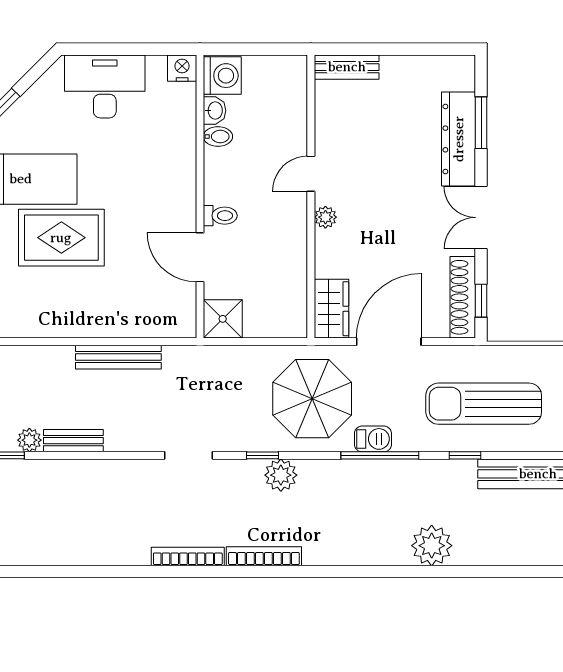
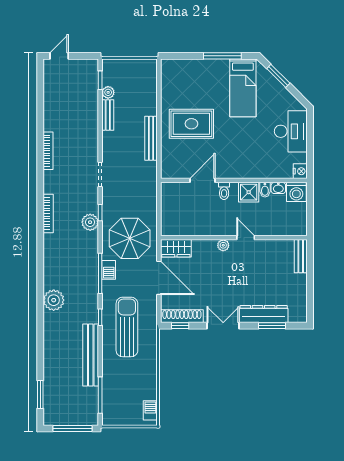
rug: (61, 238) -> (191, 124), moved, turned 90
shower: (223, 319) -> (249, 192), moved
bookcase: (188, 556) -> (48, 151), moved

